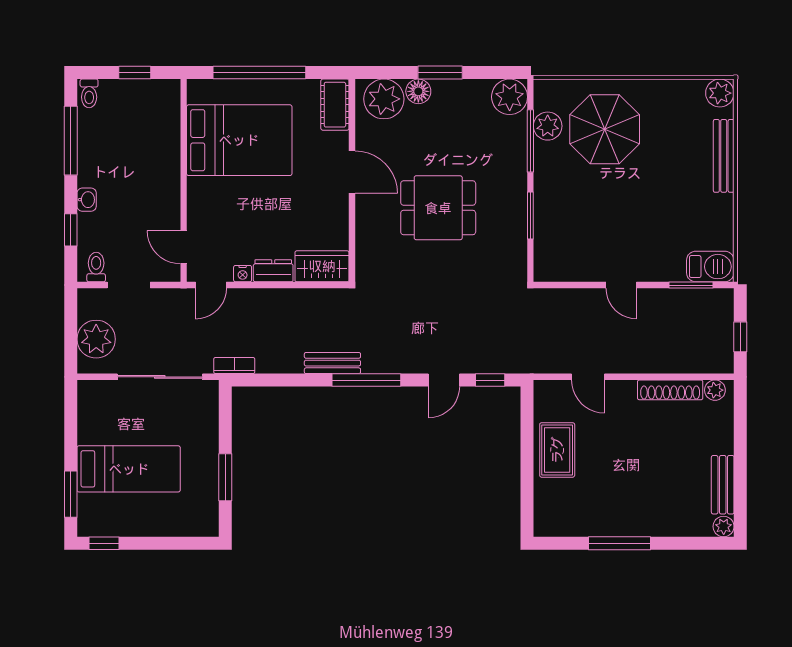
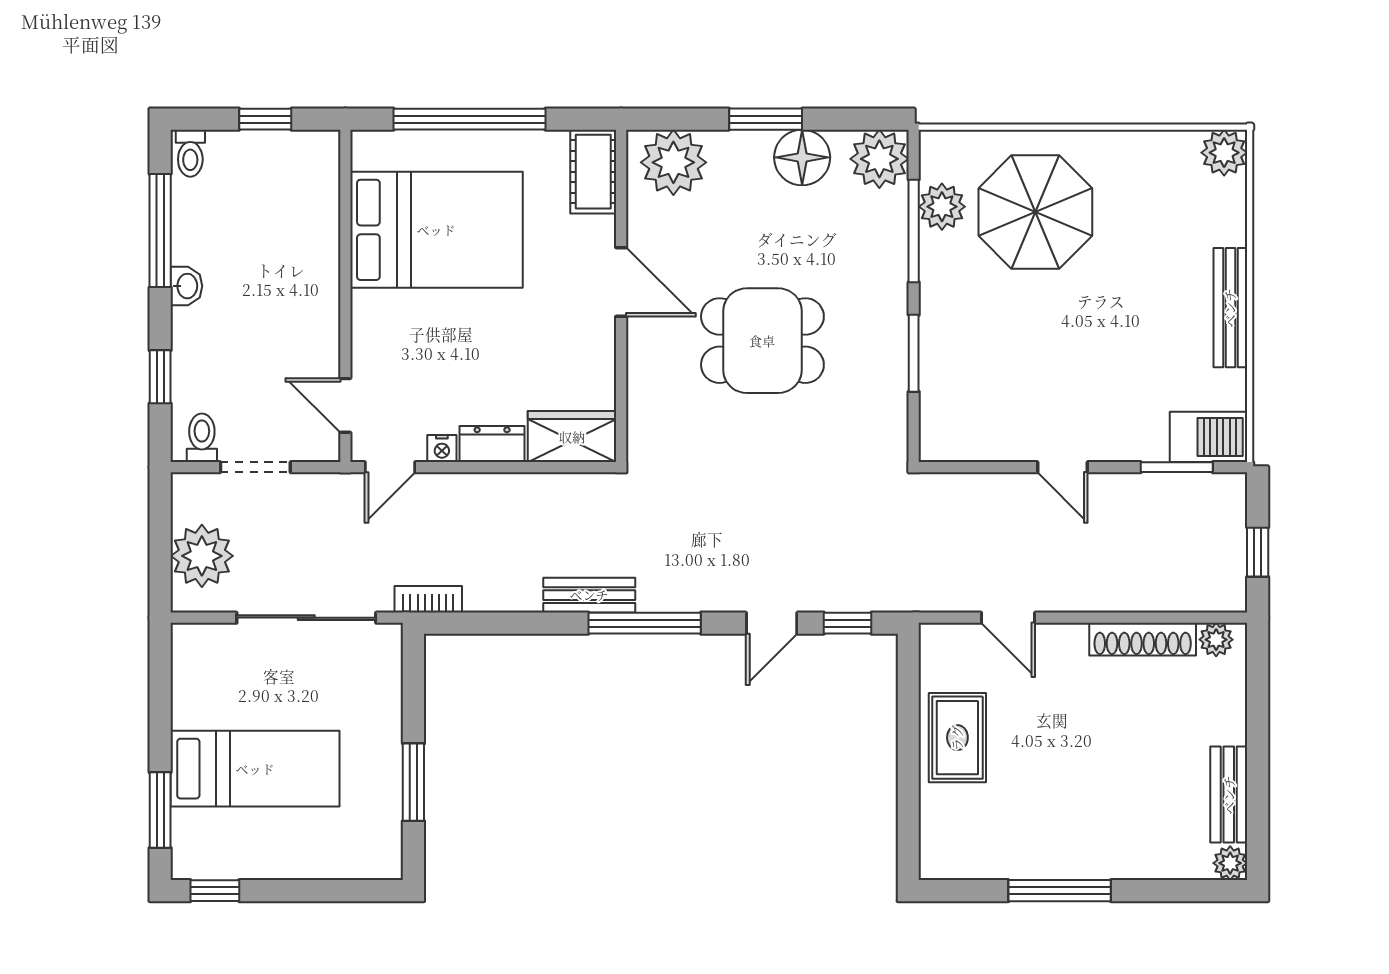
floor lamp: (418, 91) -> (802, 157), moved, width x1.38, depth x1.38
bench: (724, 156) -> (1230, 308), moved
washbasin: (87, 200) -> (186, 286), moved

